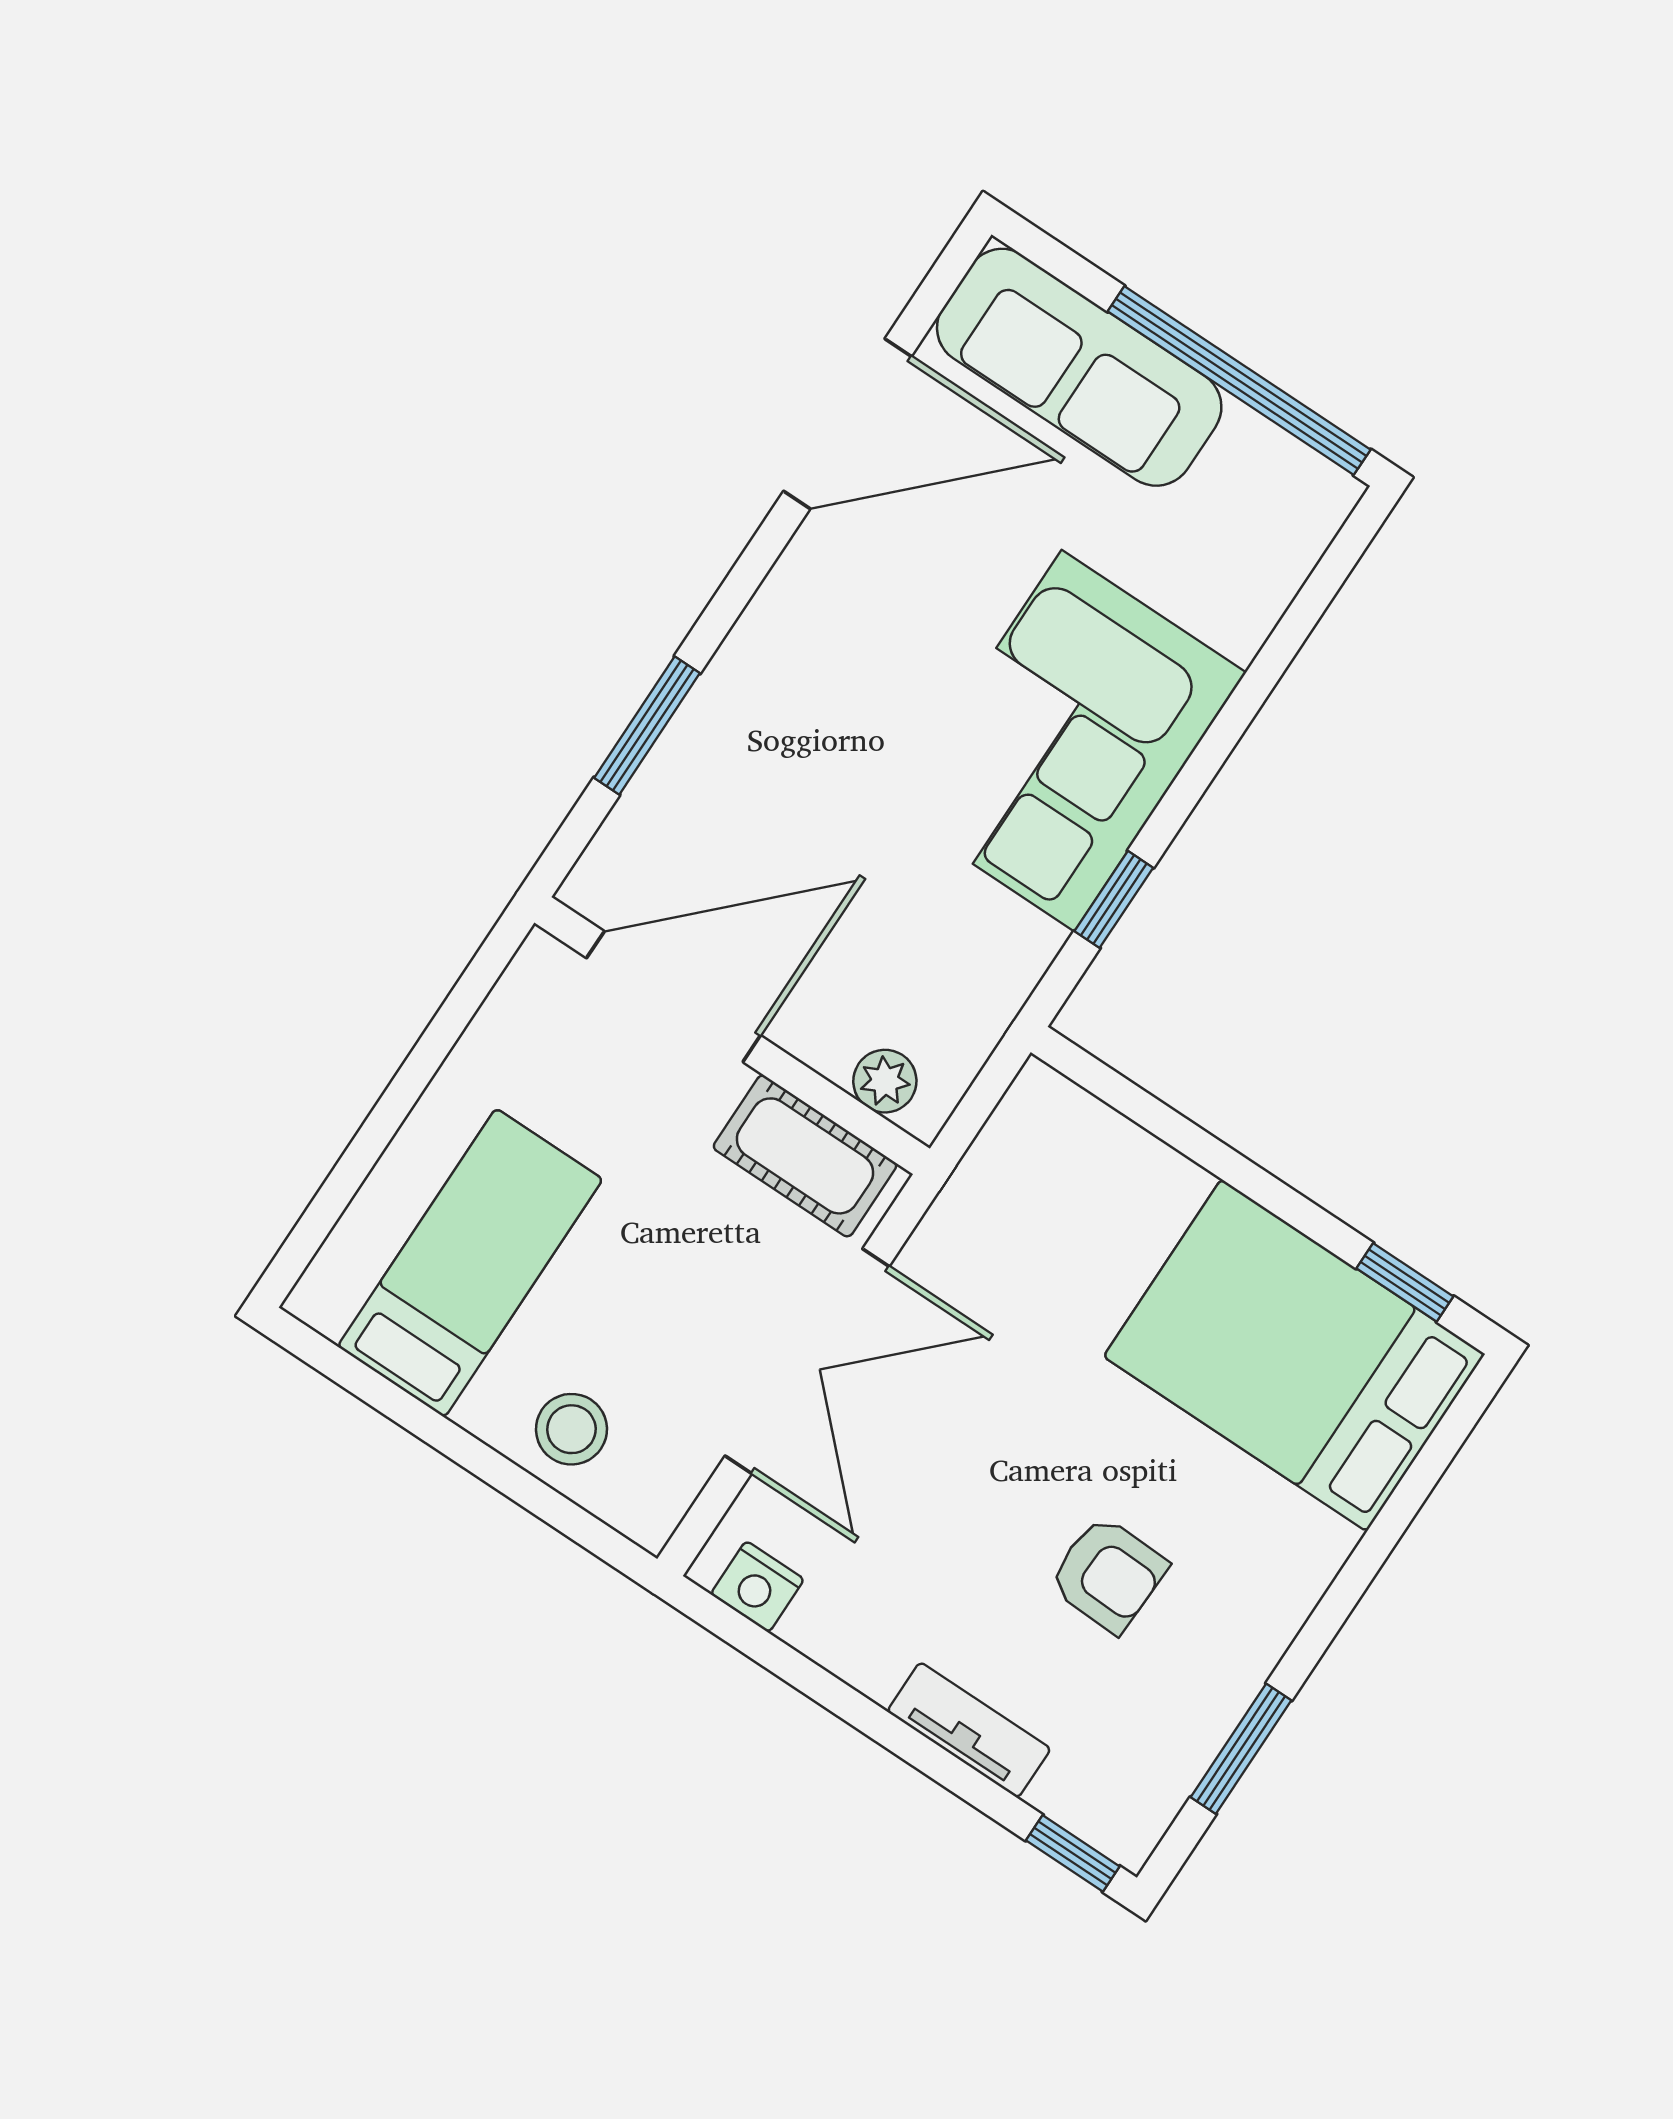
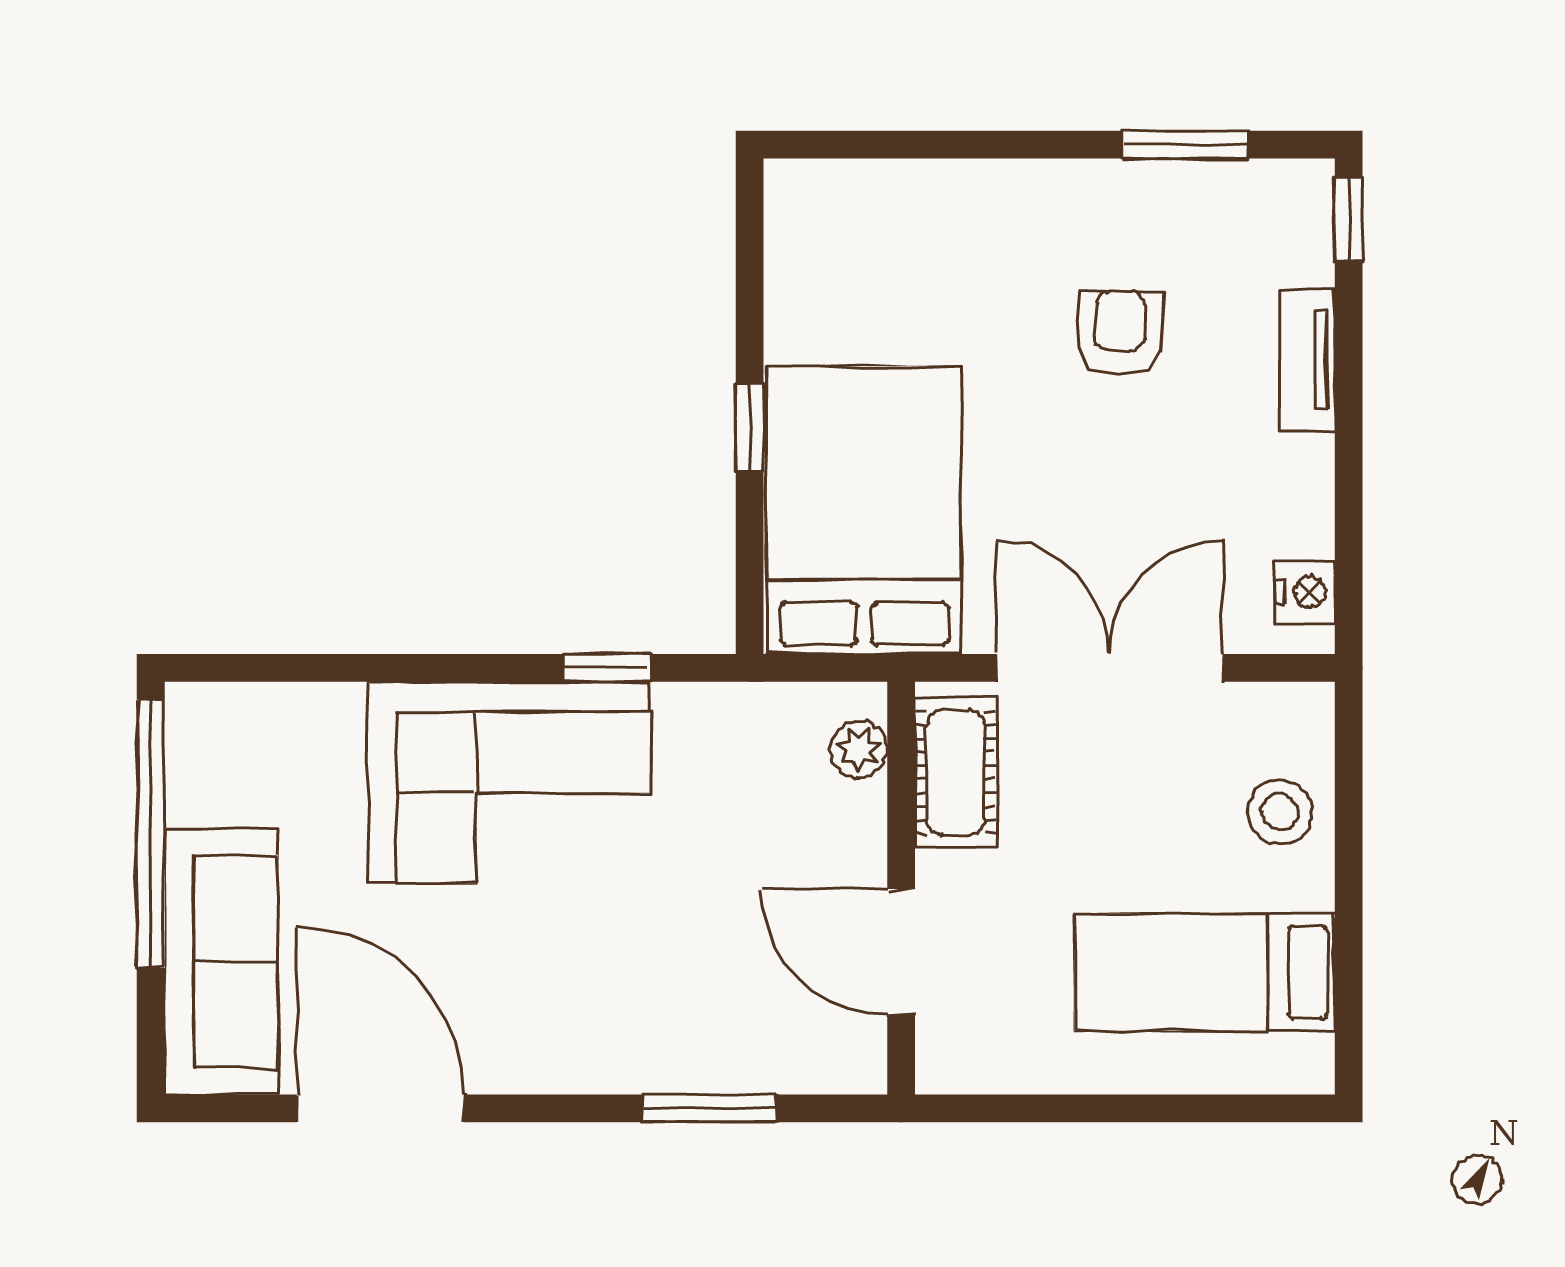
door: (674, 997) -> (901, 952), width x0.73
window: (1405, 1282) -> (750, 428), moved
bed: (1294, 1355) -> (864, 510), moved, turned 180

